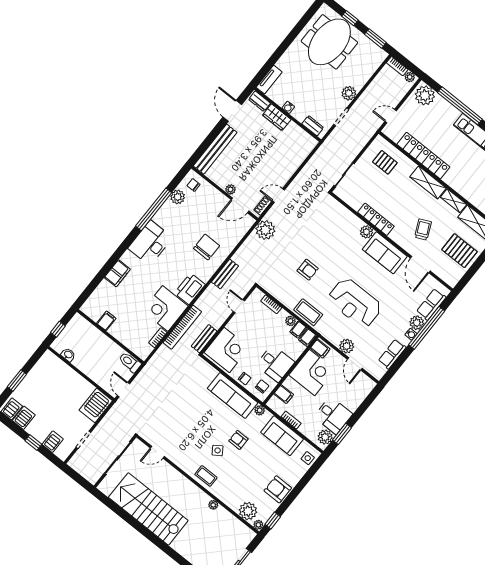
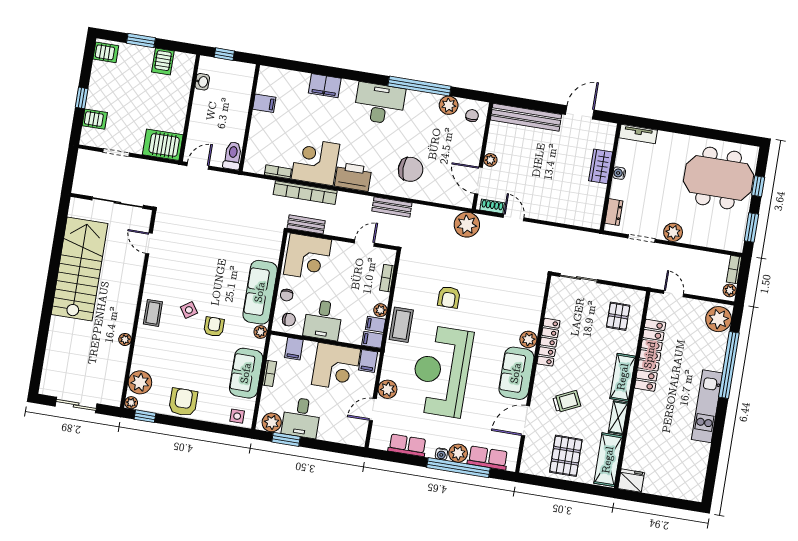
dresser: (259, 101) -> (608, 137), removed
reception desk: (355, 303) -> (441, 371), width x1.36, depth x1.30
server rack: (24, 418) -> (163, 62), moved, turned 90

